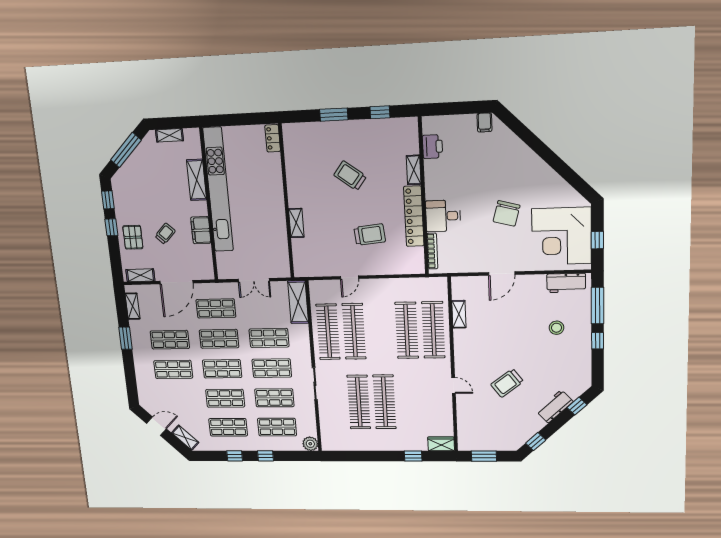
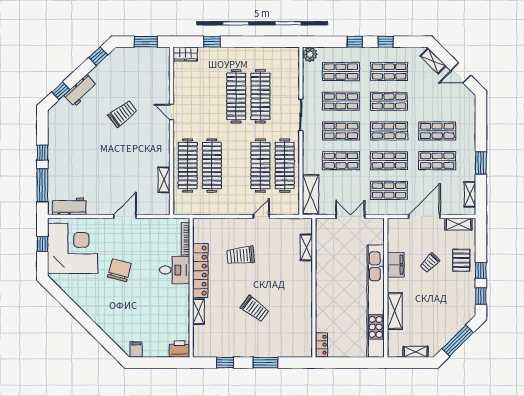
printer: (432, 147) -> (179, 349), moved, turned 90
shelving: (296, 223) -> (306, 247), moved
stool: (556, 328) -> (78, 165), removed

